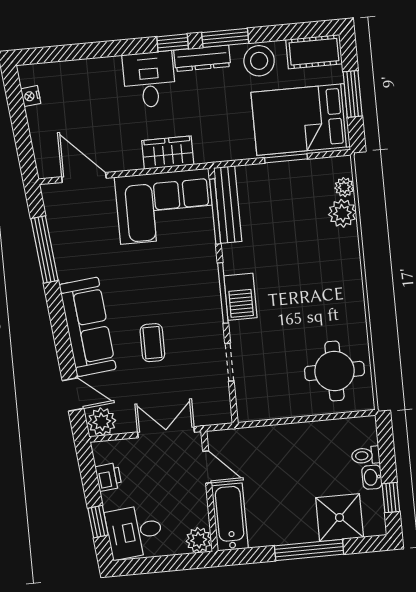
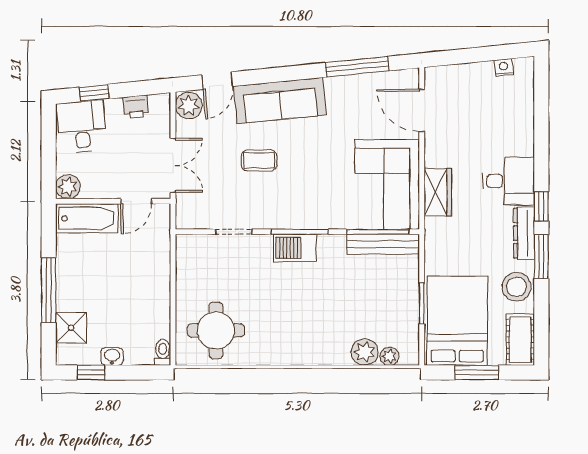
door: (84, 177) -> (422, 110), swing flipped
toilet: (366, 455) -> (163, 352), moved
shower: (340, 518) -> (71, 328), width x0.73, depth x0.73

